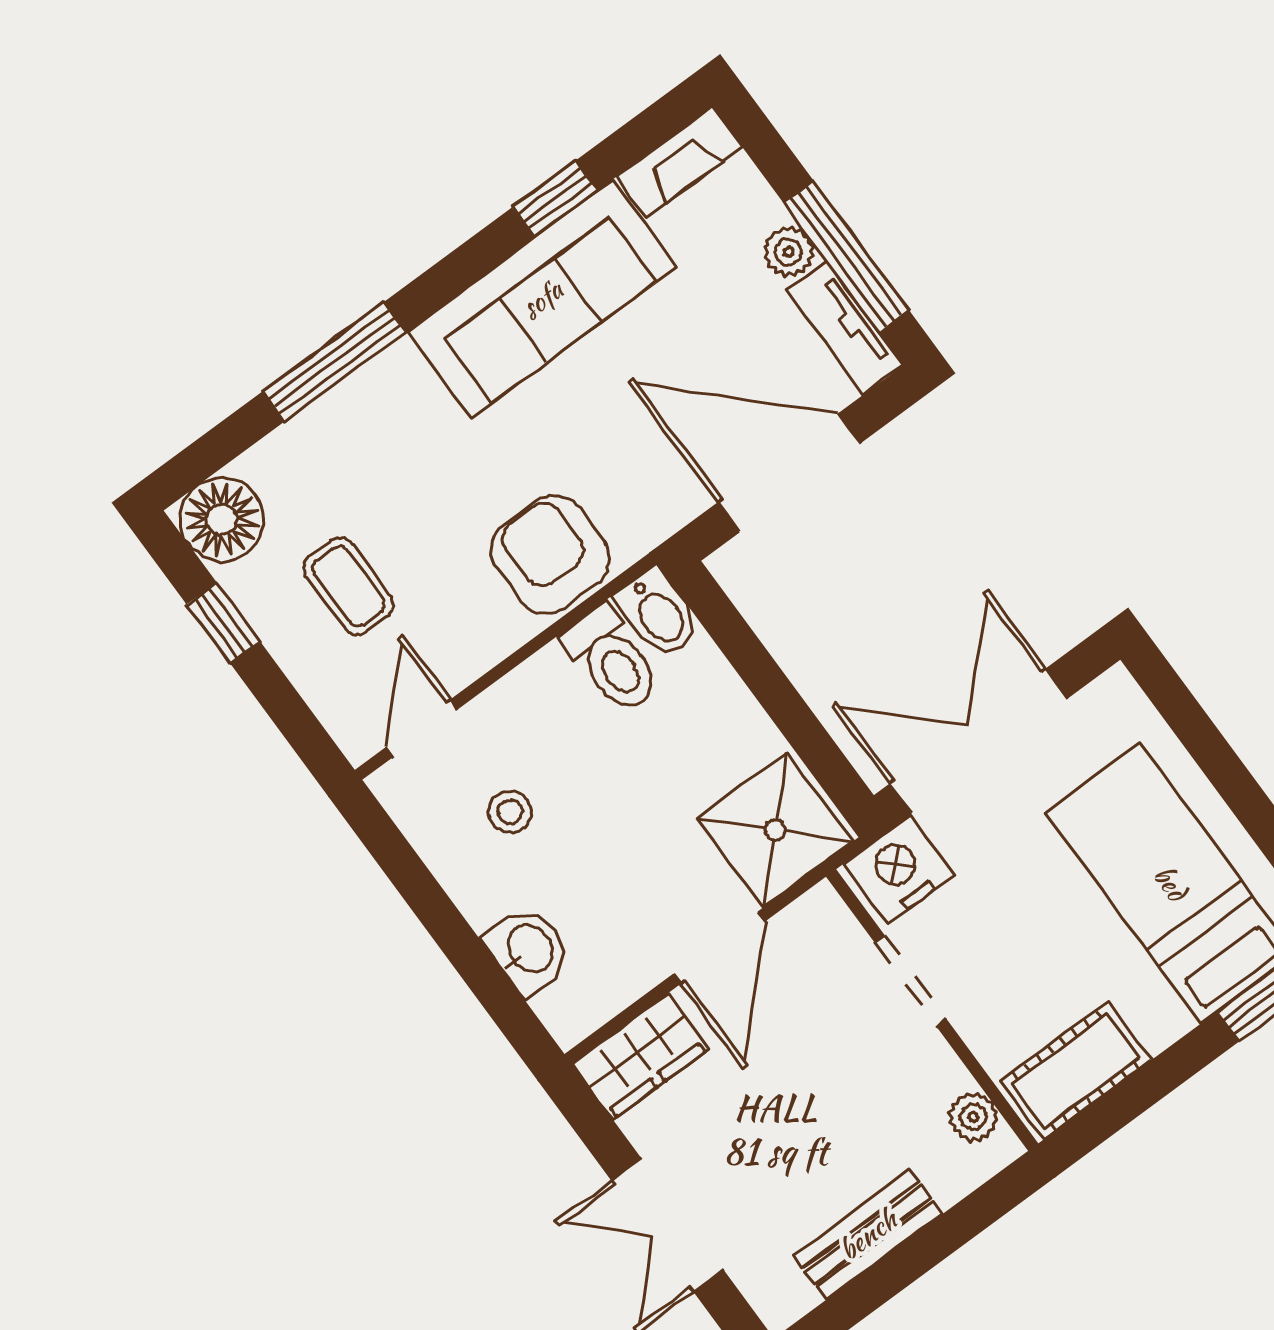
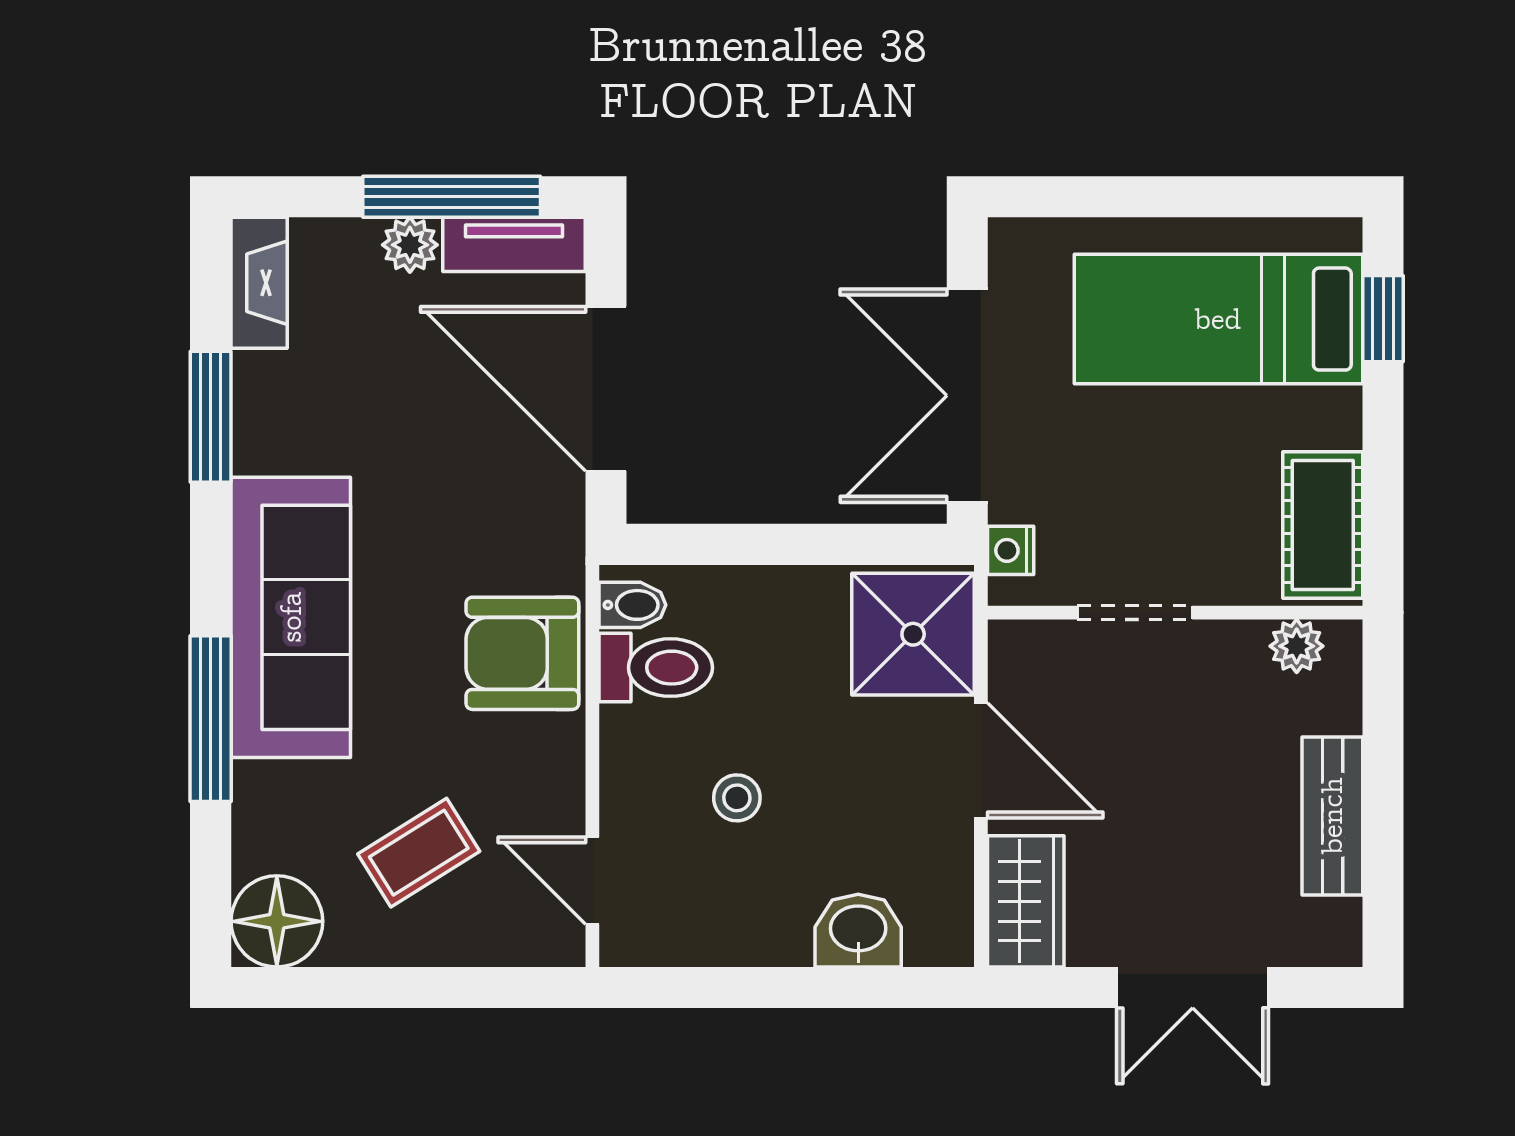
window: (555, 199) -> (211, 417), width x1.50
sofa: (542, 299) -> (291, 617), moved
door: (789, 473) -> (606, 389), hinge flipped
coffee table: (349, 586) -> (419, 853), turned -32
bidet: (658, 613) -> (633, 605), width x0.72, depth x0.74
window: (224, 623) -> (370, 987), removed
stool: (510, 812) -> (737, 798), moved
nightstand: (899, 869) -> (1011, 550), width x0.53, depth x0.56

